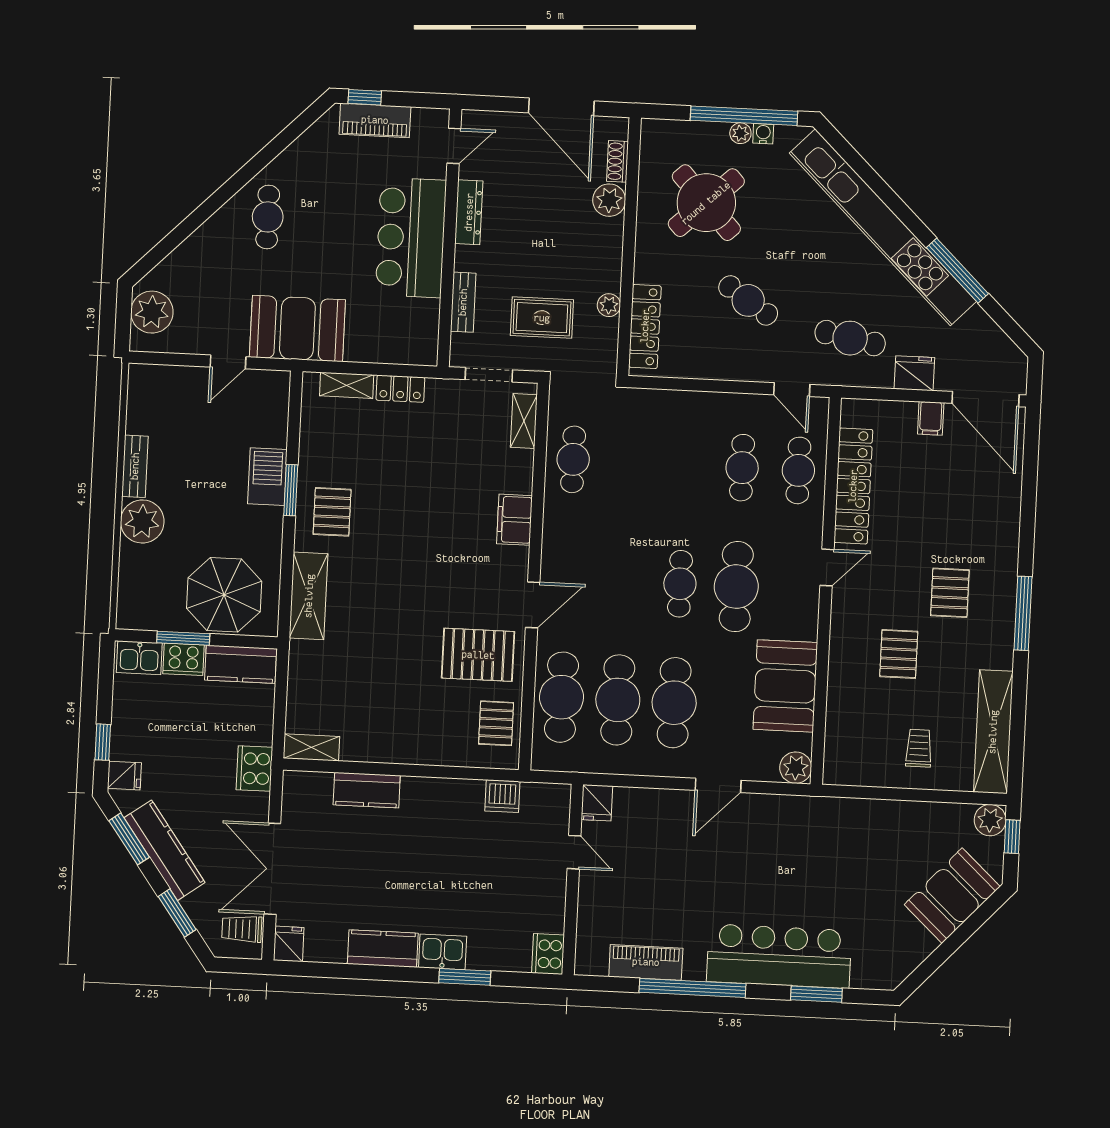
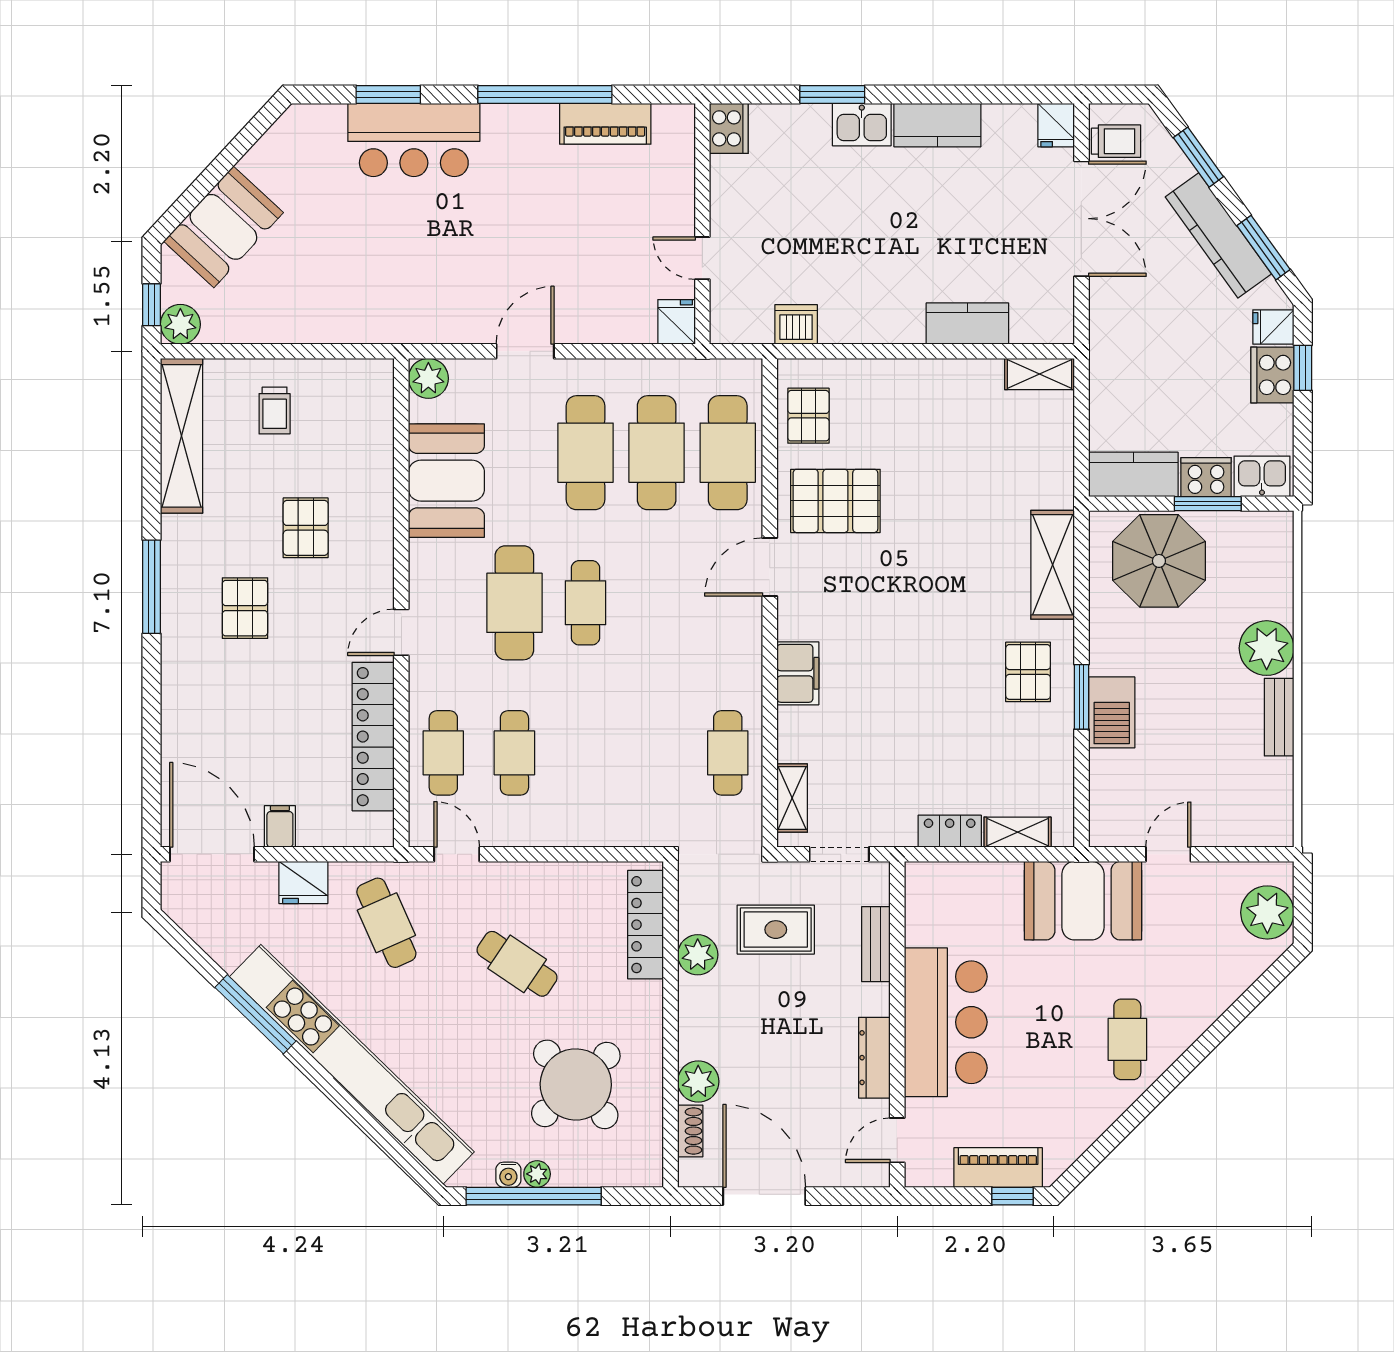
plant: (609, 305) -> (698, 955), width x1.38, depth x1.38
cafe table: (850, 338) -> (386, 923), turned 55
cooker: (254, 769) -> (1272, 375), moved, turned 180
bar counter: (779, 956) -> (414, 140), width x0.73

